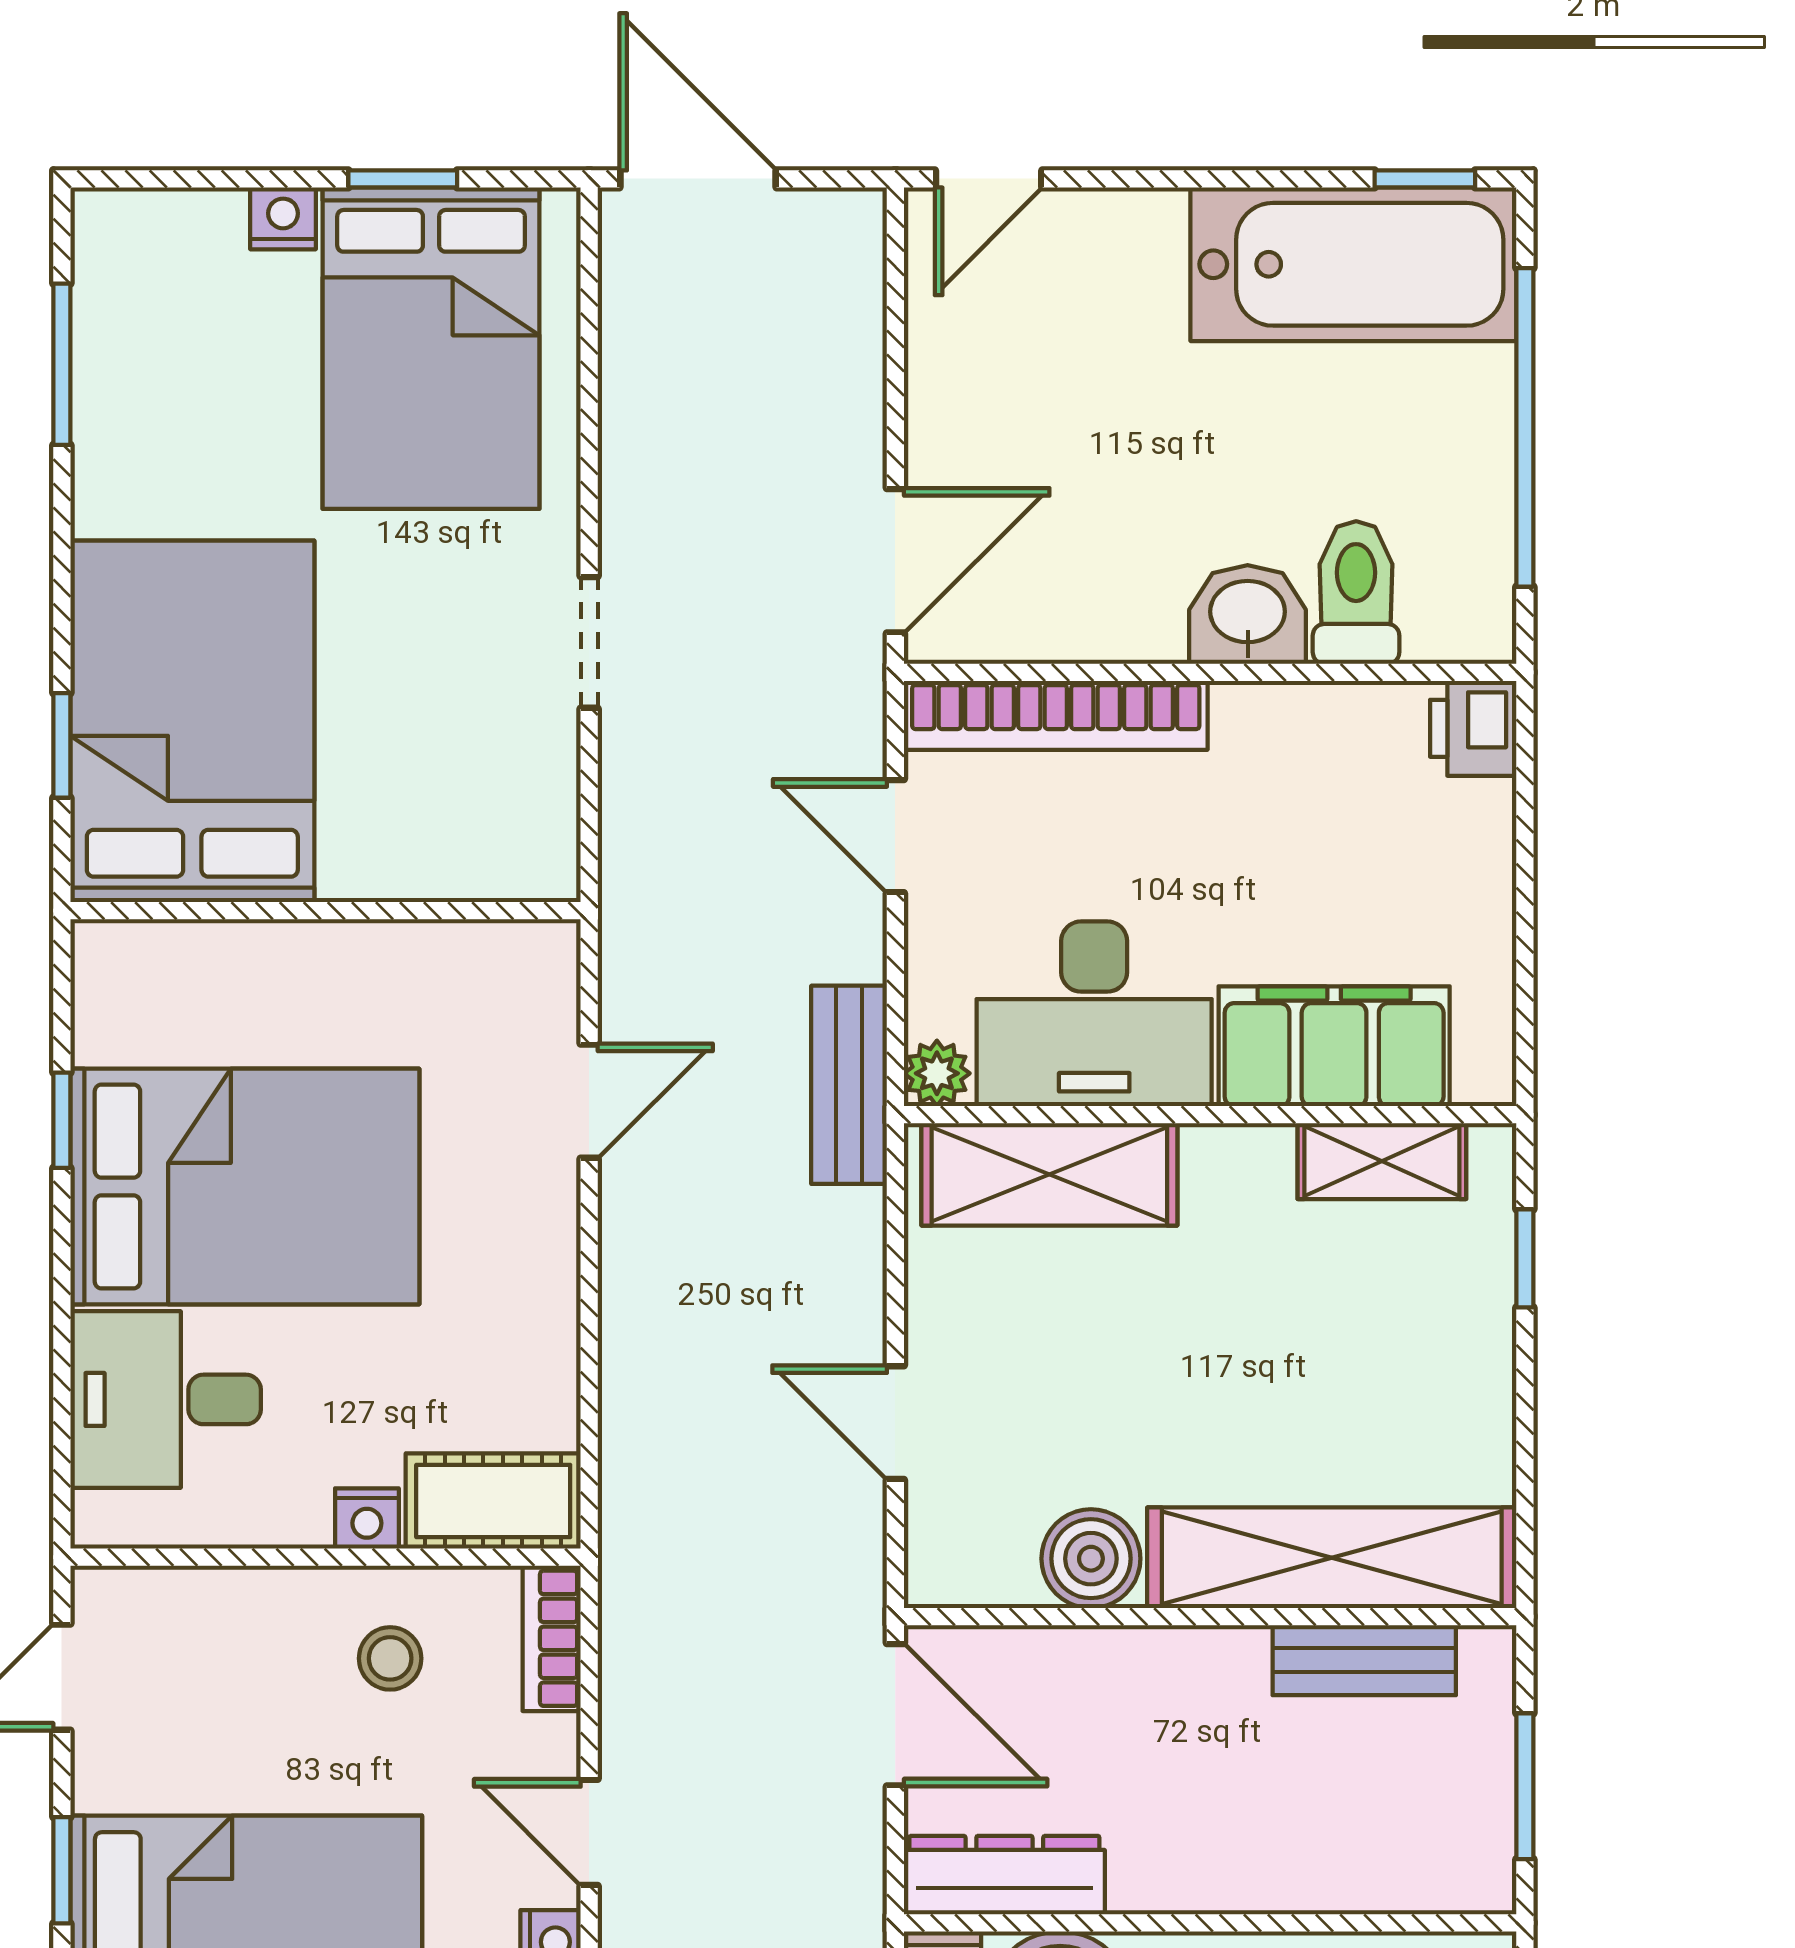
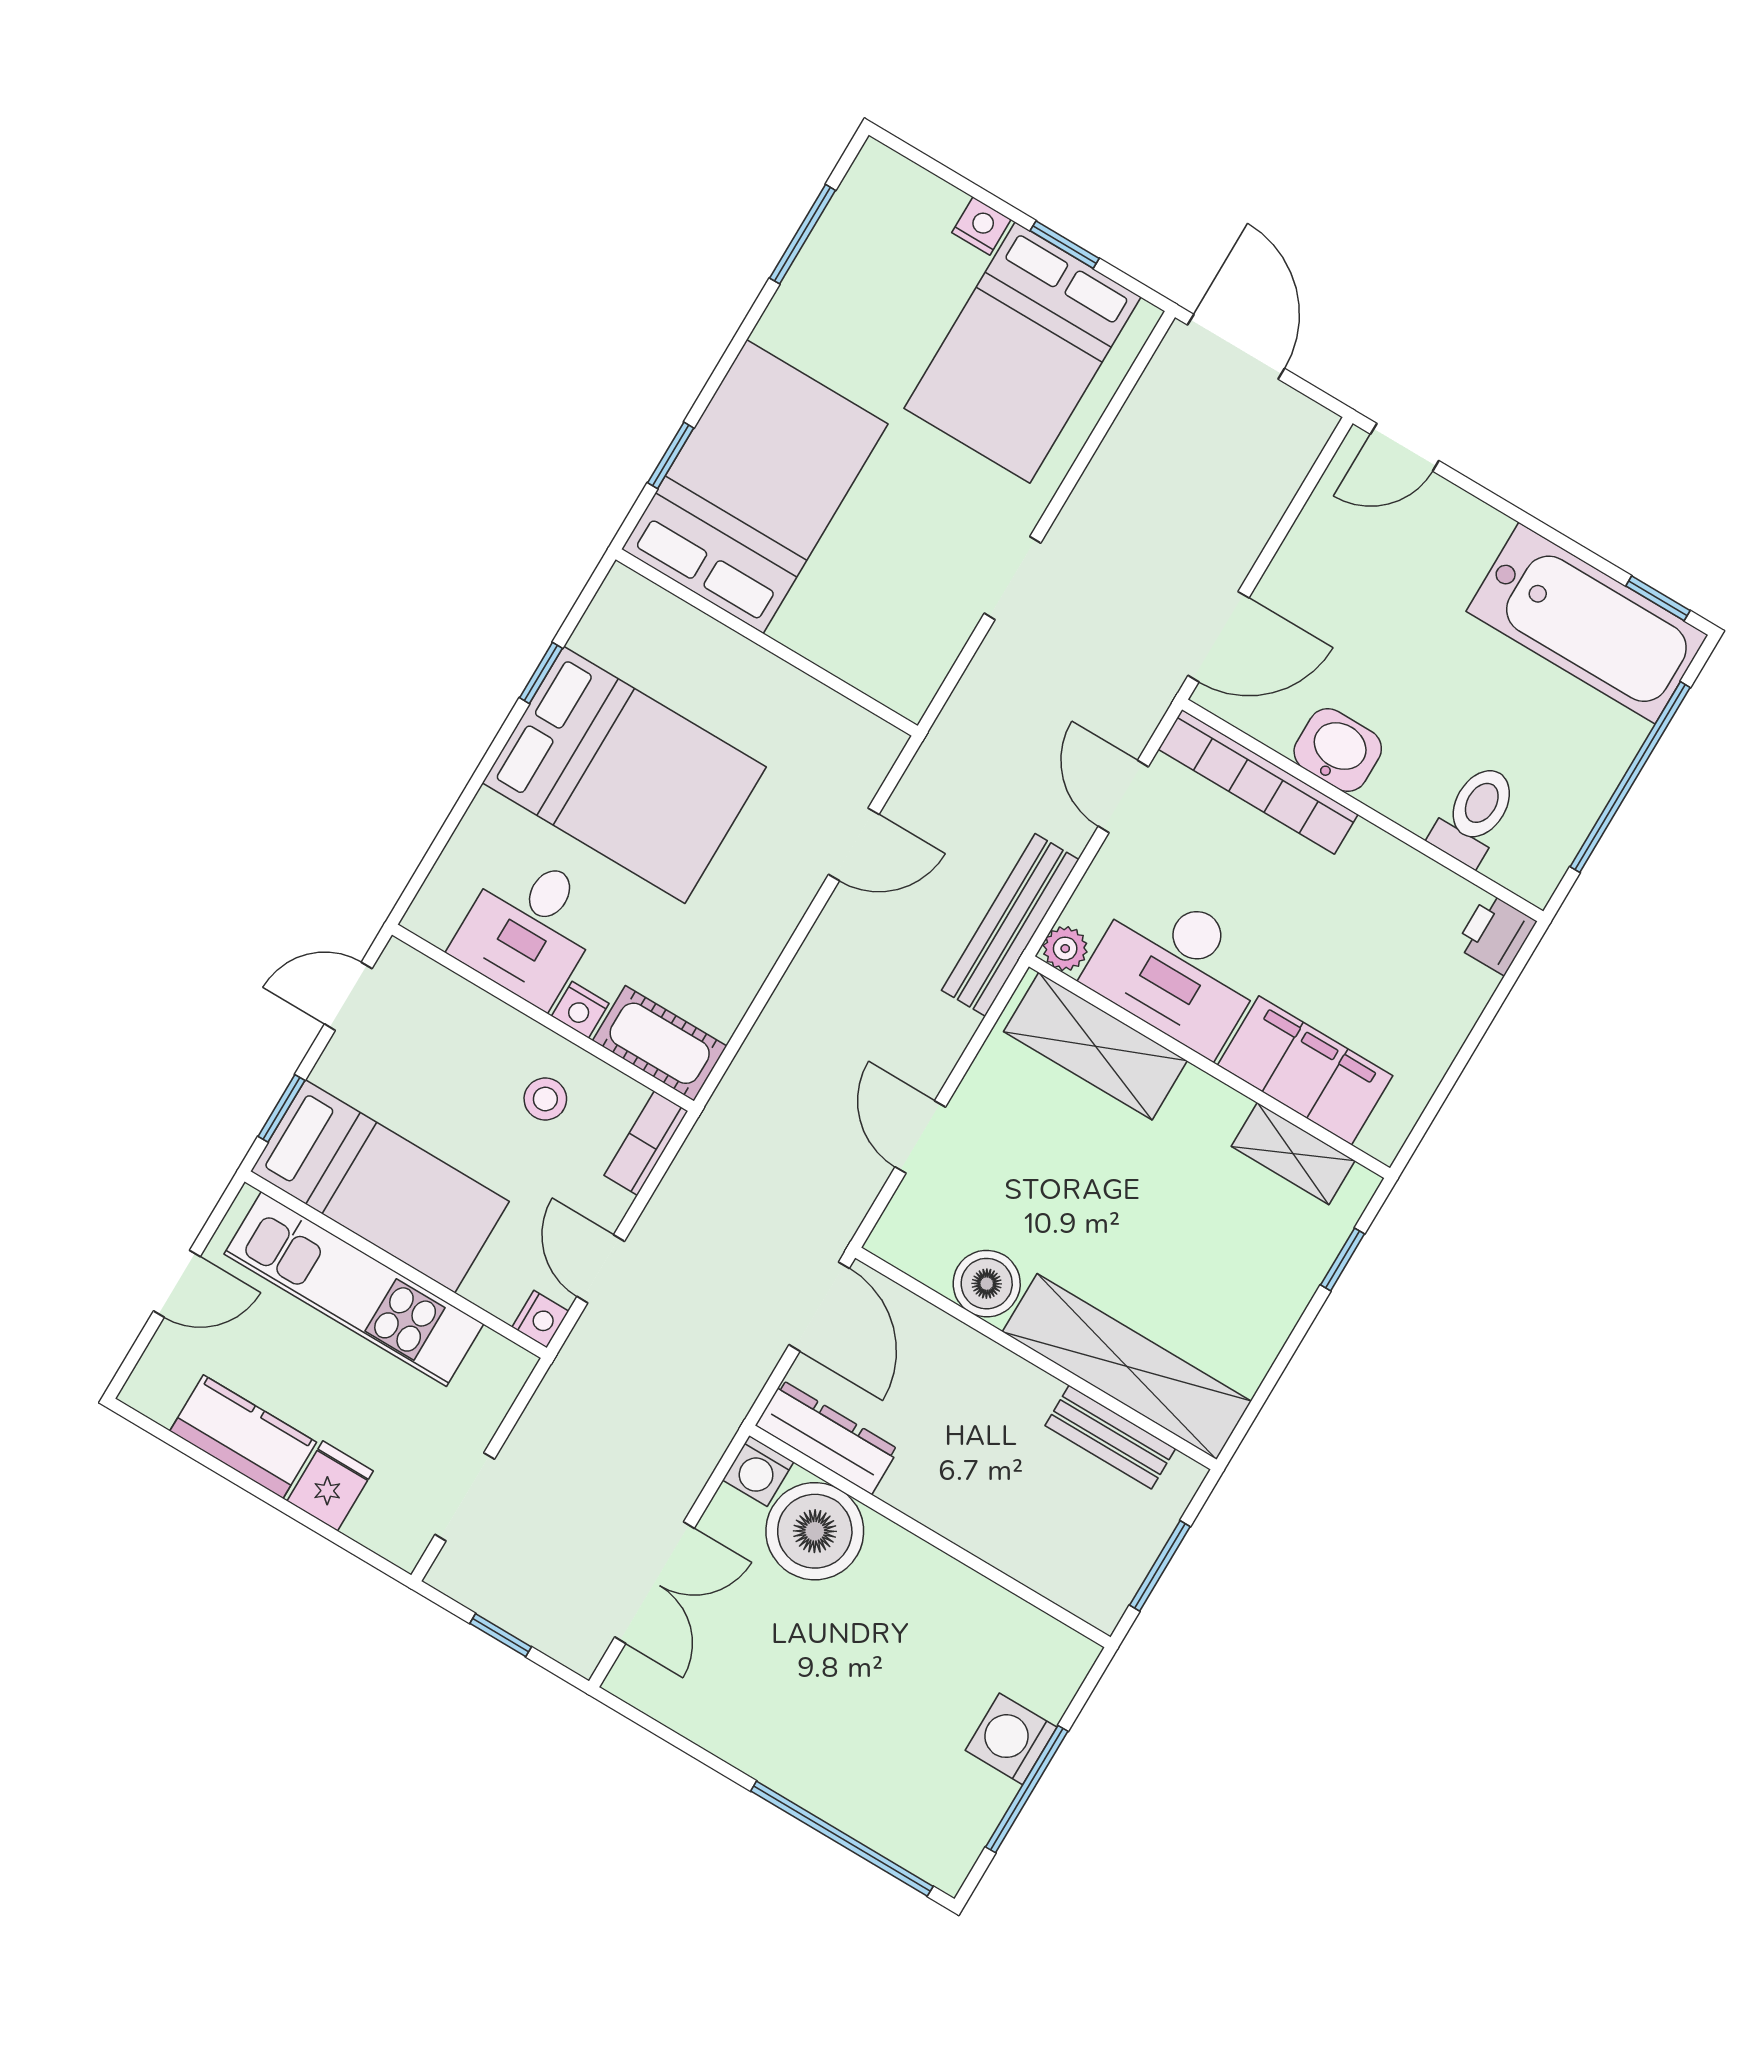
washbasin: (1248, 614) -> (1338, 750), moved
bench: (849, 1085) -> (1010, 925), width x1.36
desk: (166, 1399) -> (529, 928), moved, turned -90

